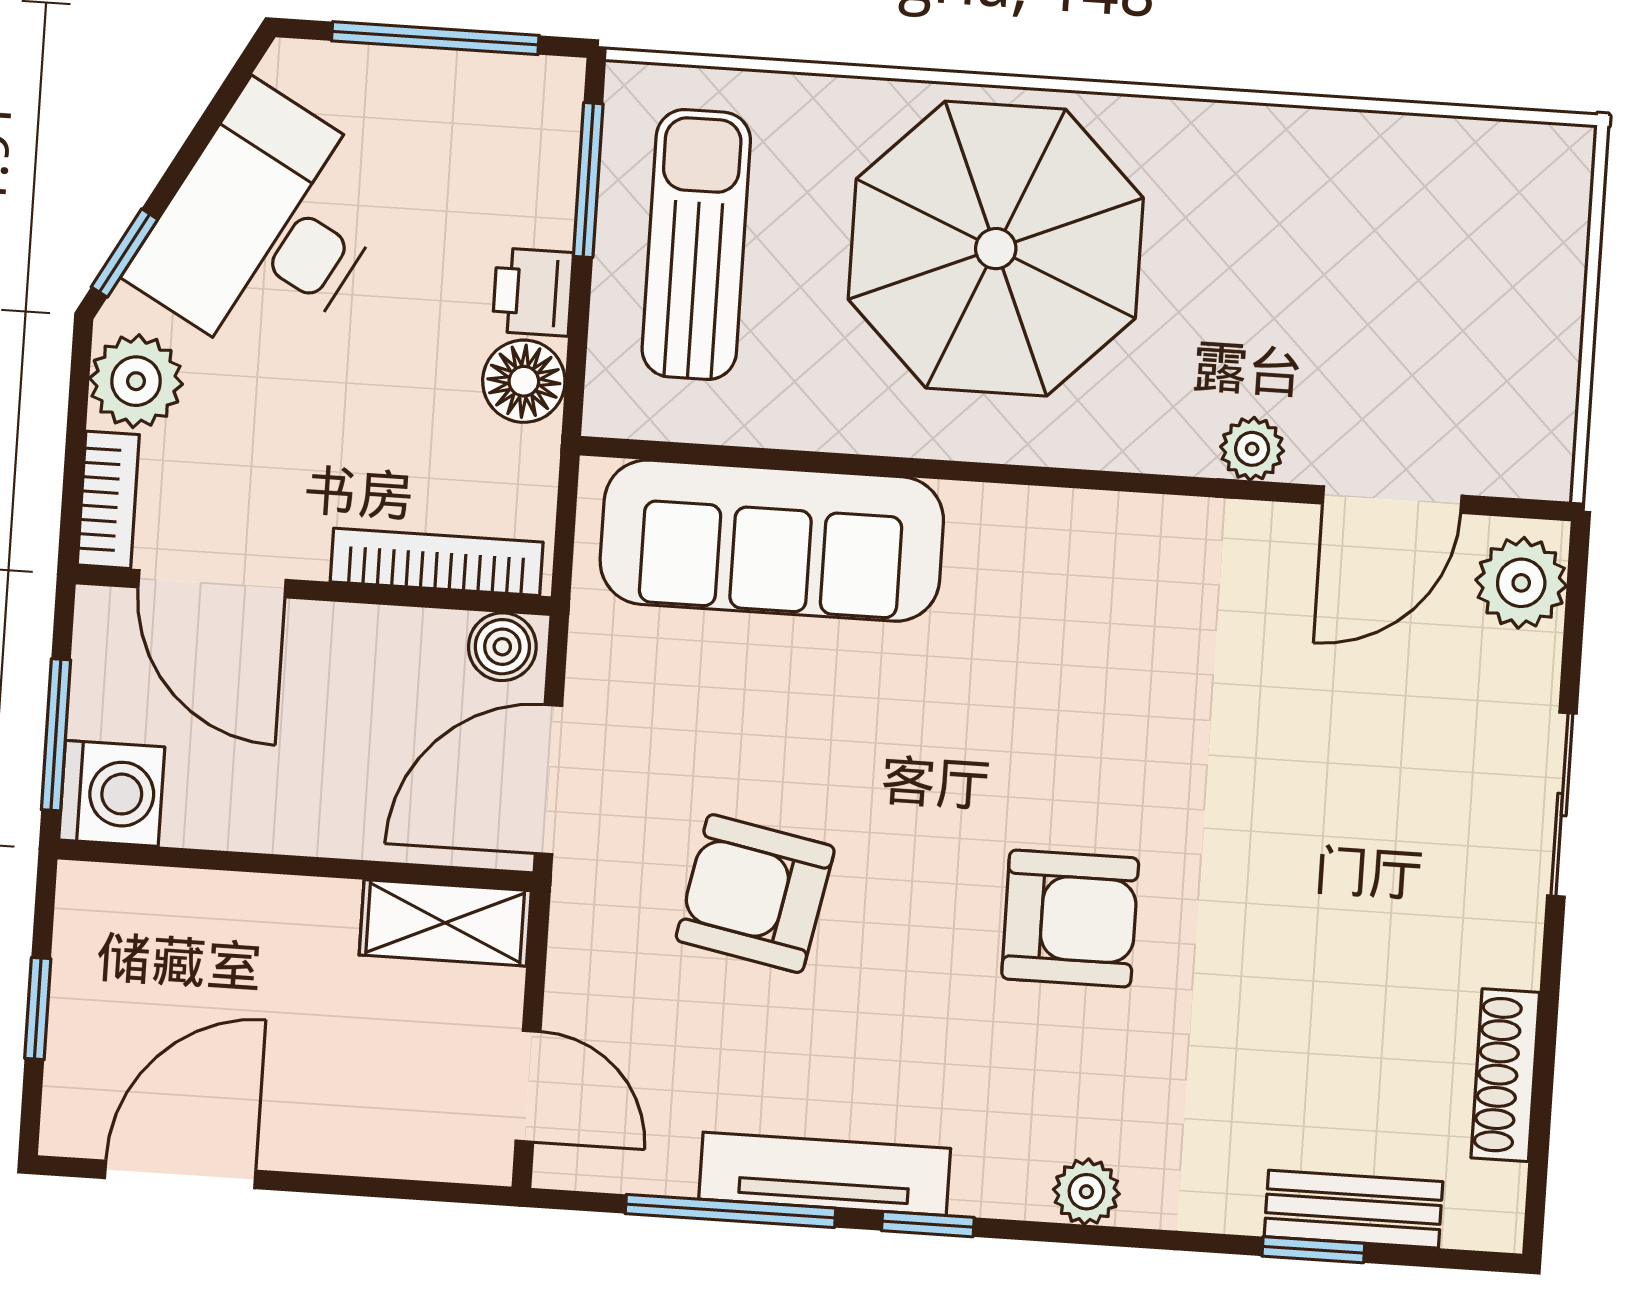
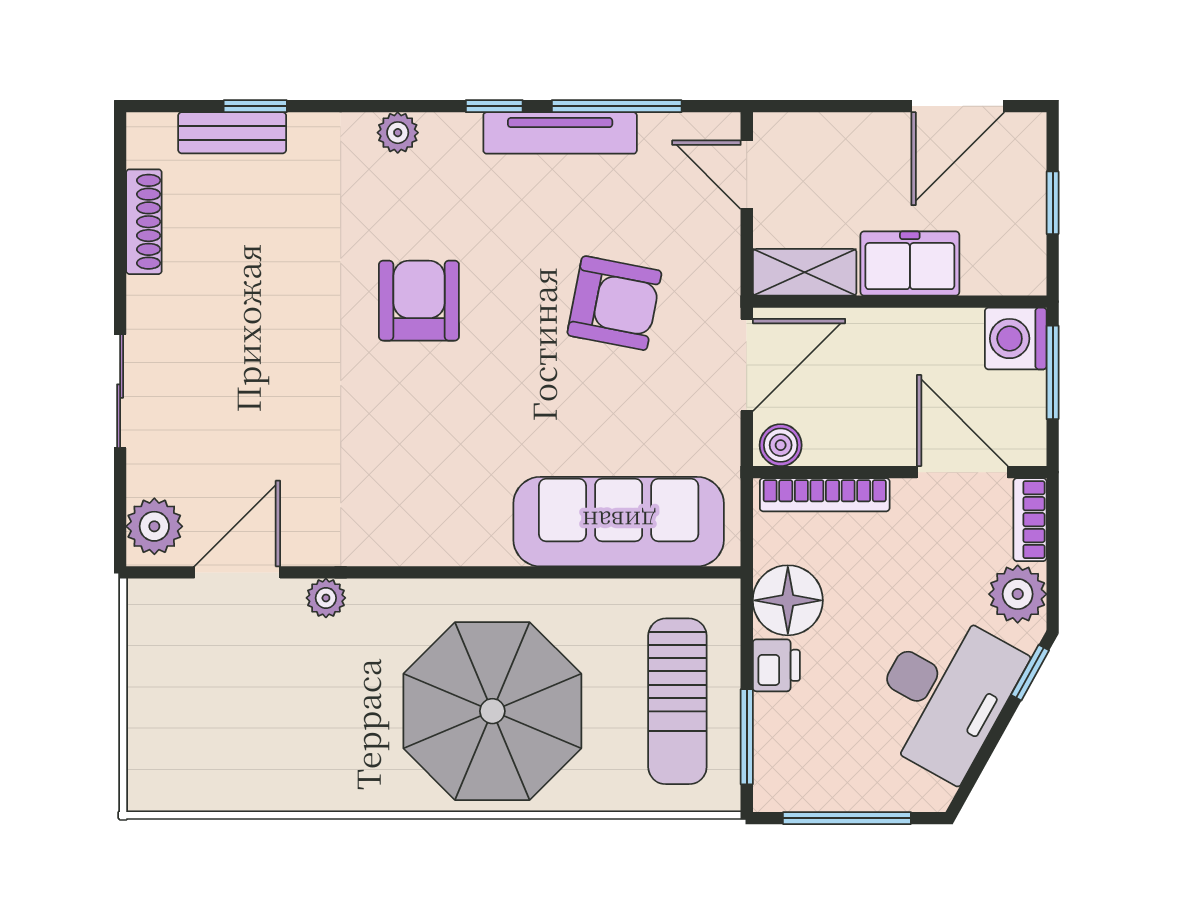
floor lamp: (524, 381) -> (788, 600), width x1.38, depth x1.38
armchair: (1070, 918) -> (419, 301), turned 90
freezer: (274, 926) -> (910, 264), added

